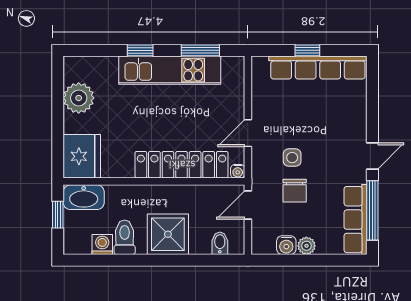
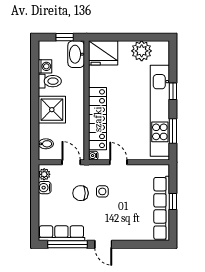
kitchen unit: (170, 70) -> (160, 111), width x1.36
plant: (306, 246) -> (44, 174), moved

